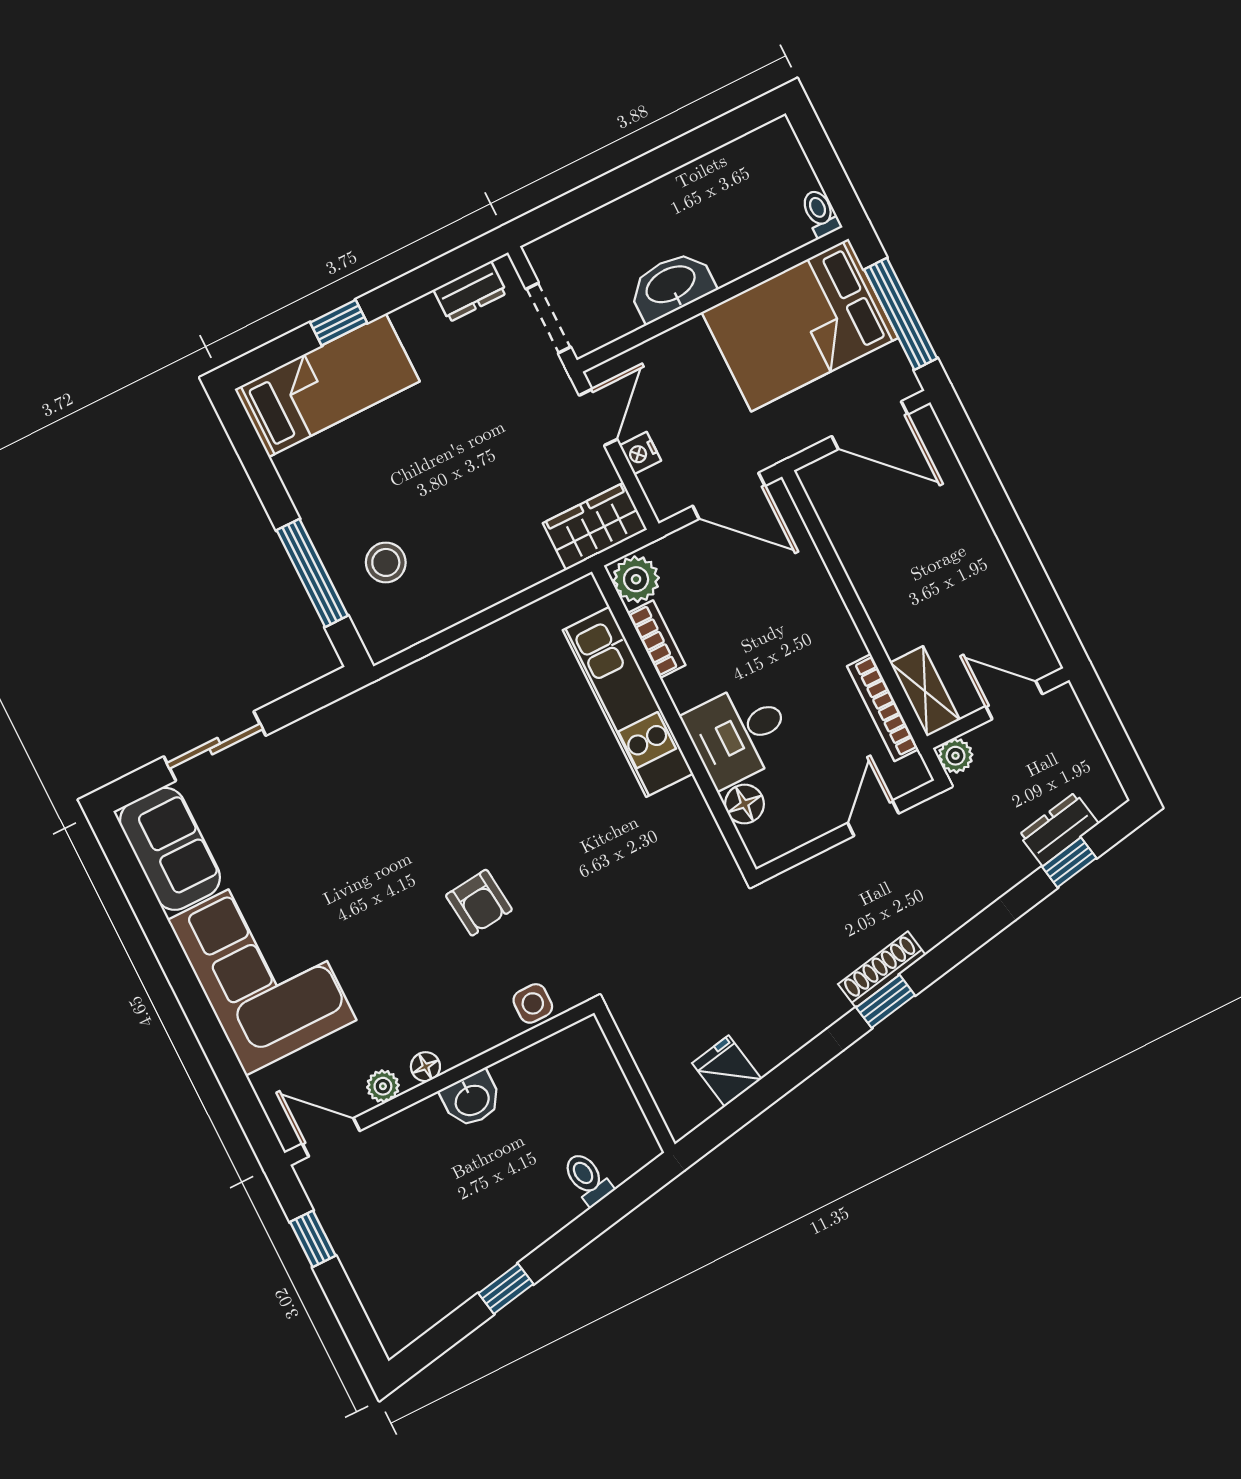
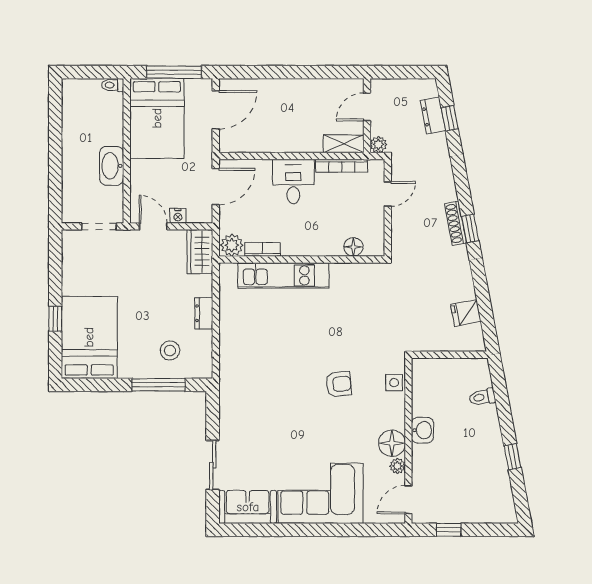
dresser: (470, 291) -> (204, 313), moved, turned 180
bed: (327, 385) -> (89, 337), width x1.50
desk: (739, 734) -> (293, 181), moved, turned 180
door: (873, 818) -> (388, 194), swing flipped
floor lamp: (425, 1067) -> (392, 443), width x1.89, depth x1.89

